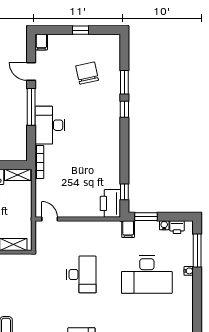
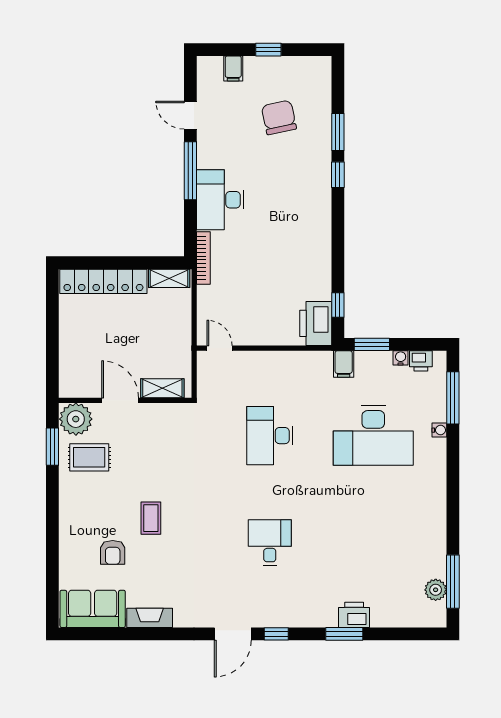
filing cabinet: (41, 42) -> (233, 68), moved
desk: (81, 274) -> (270, 436), turned 180

